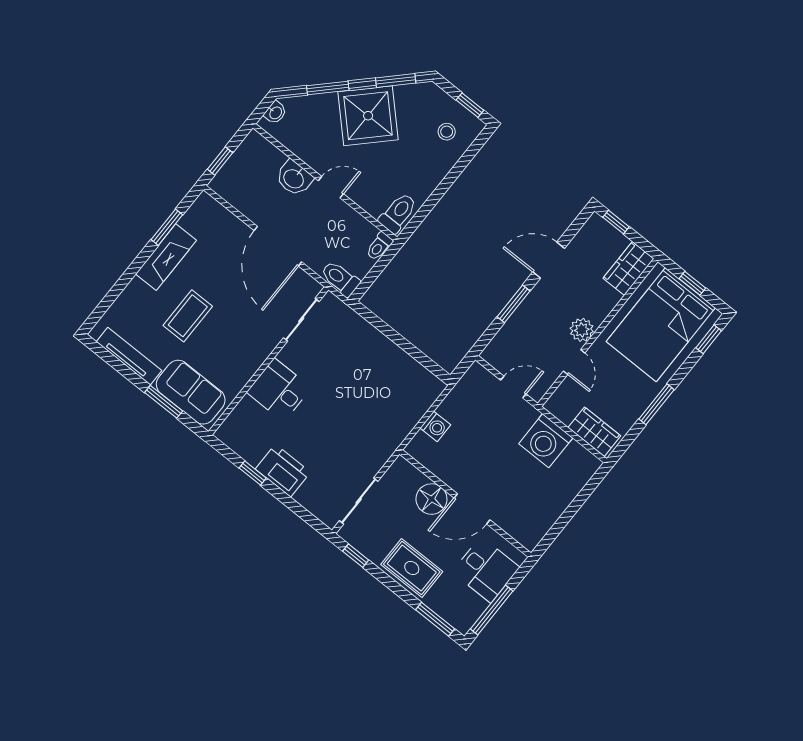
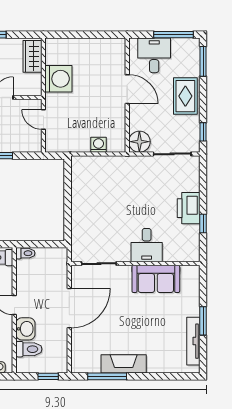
window: (167, 227) -> (107, 376), width x1.44
toilet: (340, 279) -> (29, 349), moved, turned -90
coffee table: (188, 316) -> (146, 327), removed
sofa: (191, 392) -> (156, 279), moved, turned -90
window: (164, 402) -> (203, 321), moved
floor lamp: (431, 499) -> (139, 142), moved

